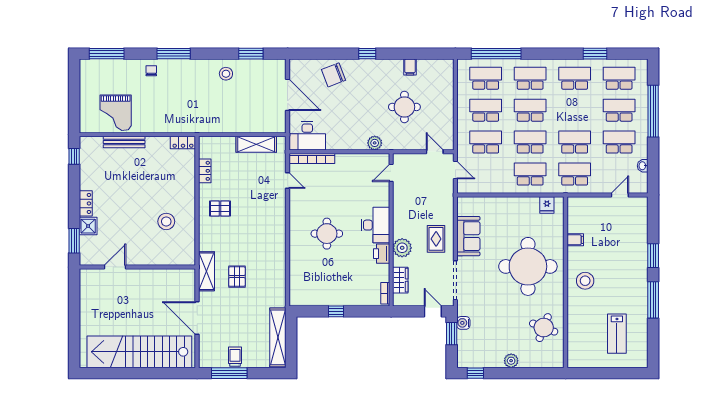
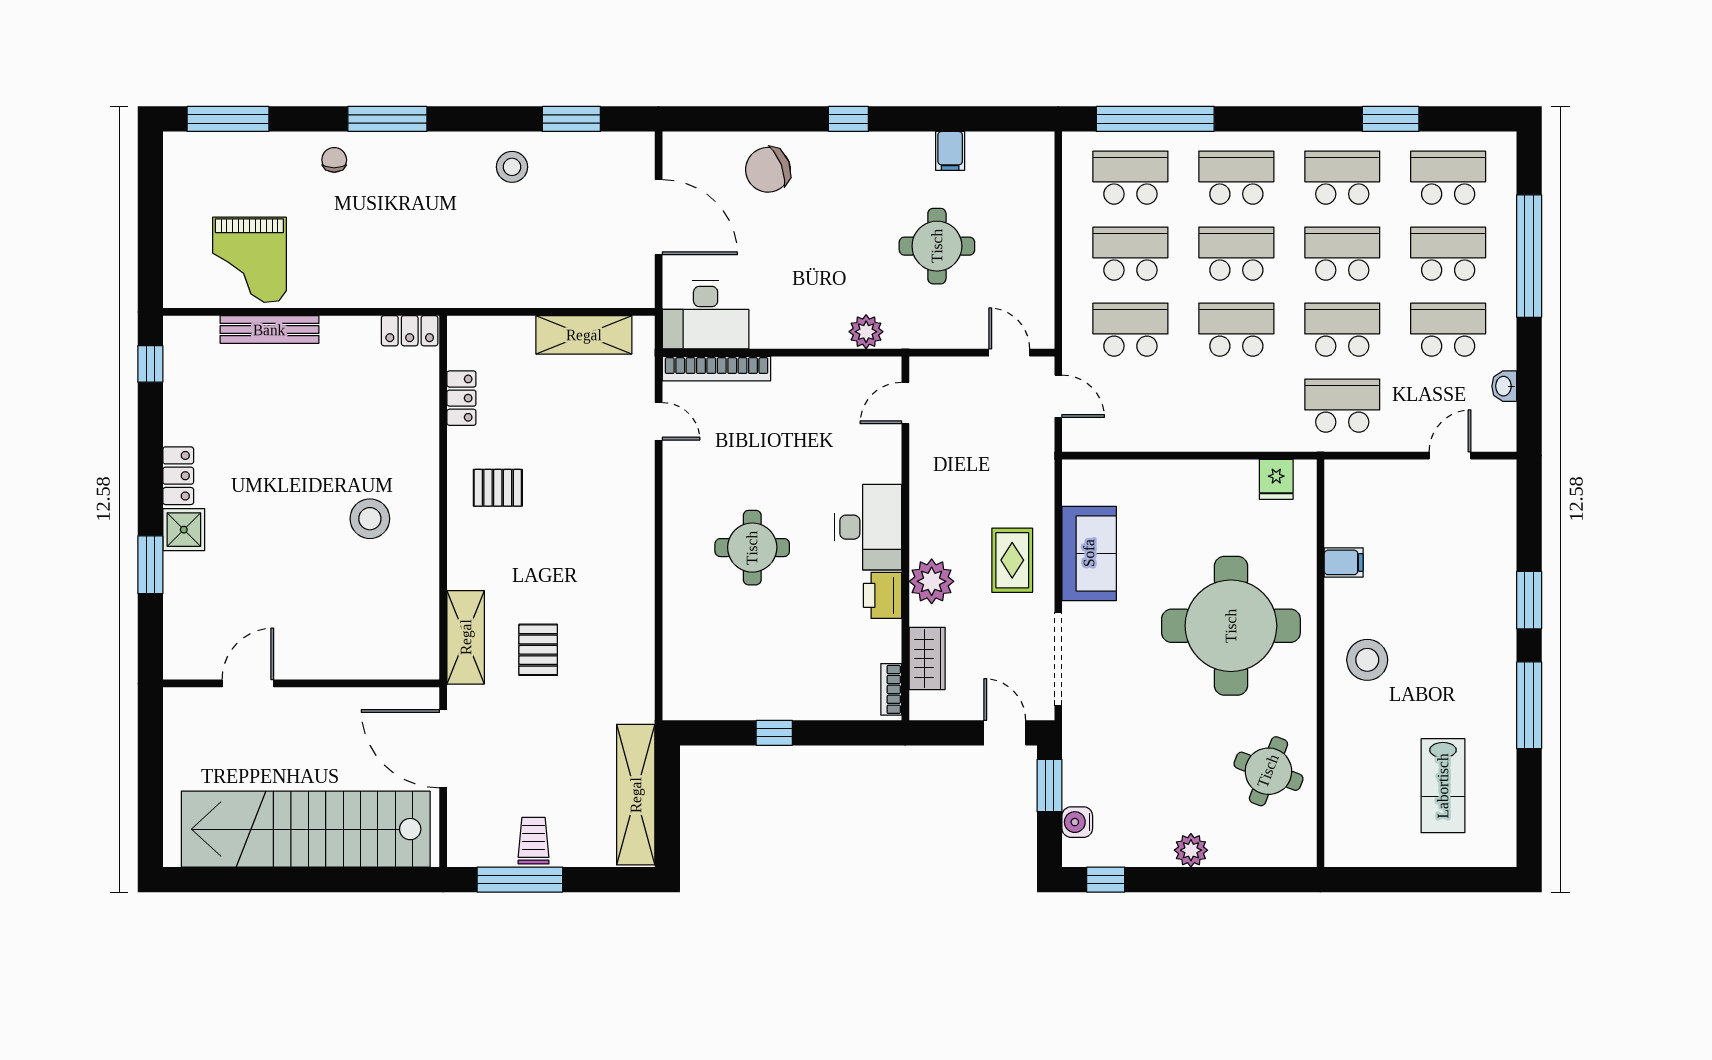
school desk: (530, 174) -> (1342, 254), moved
door: (115, 267) -> (248, 683), moved
wall: (137, 267) -> (301, 683), moved
water cooler: (463, 323) -> (1077, 822), moved

